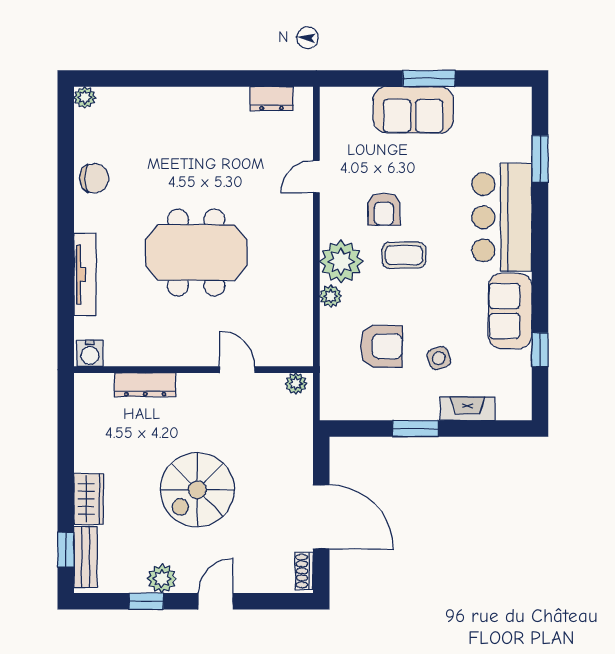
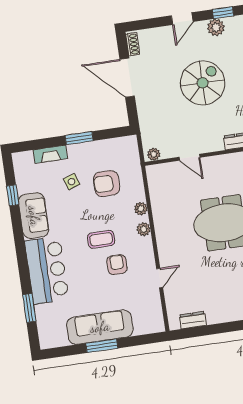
sofa: (413, 110) -> (100, 327), width x1.36
plant: (341, 262) -> (144, 229), width x0.53, depth x0.53

